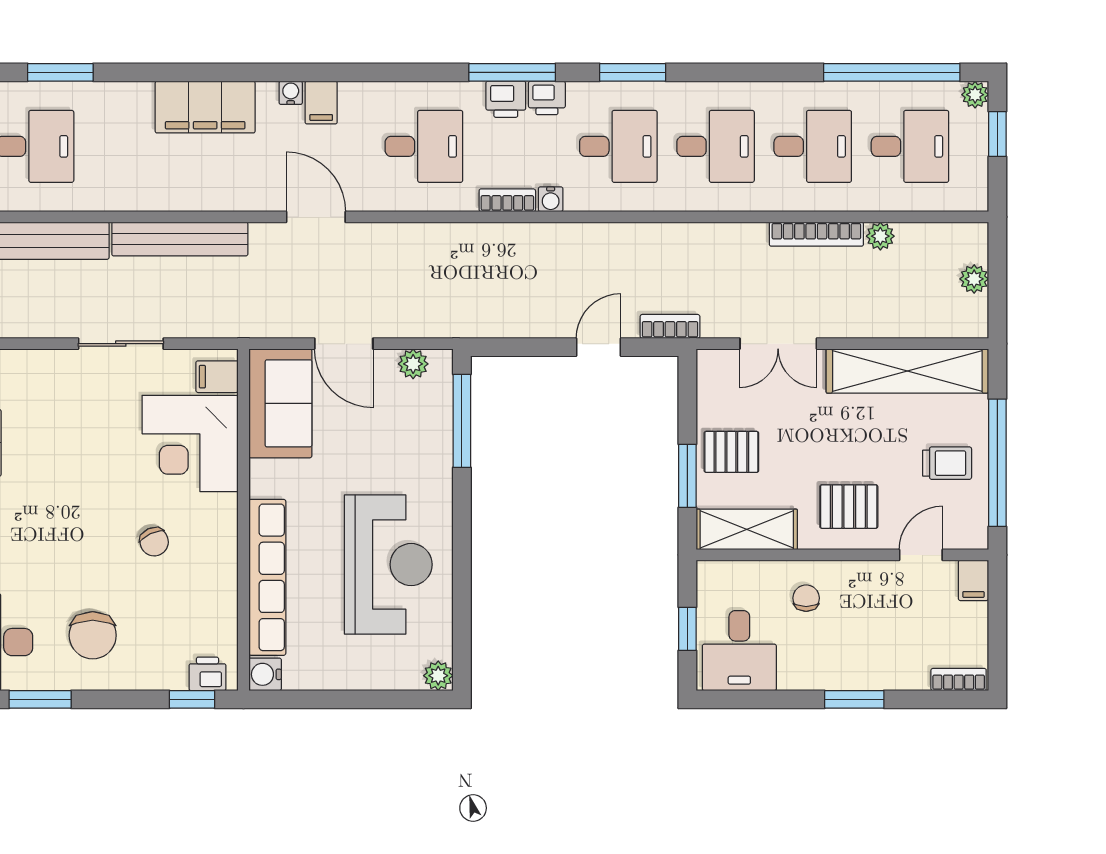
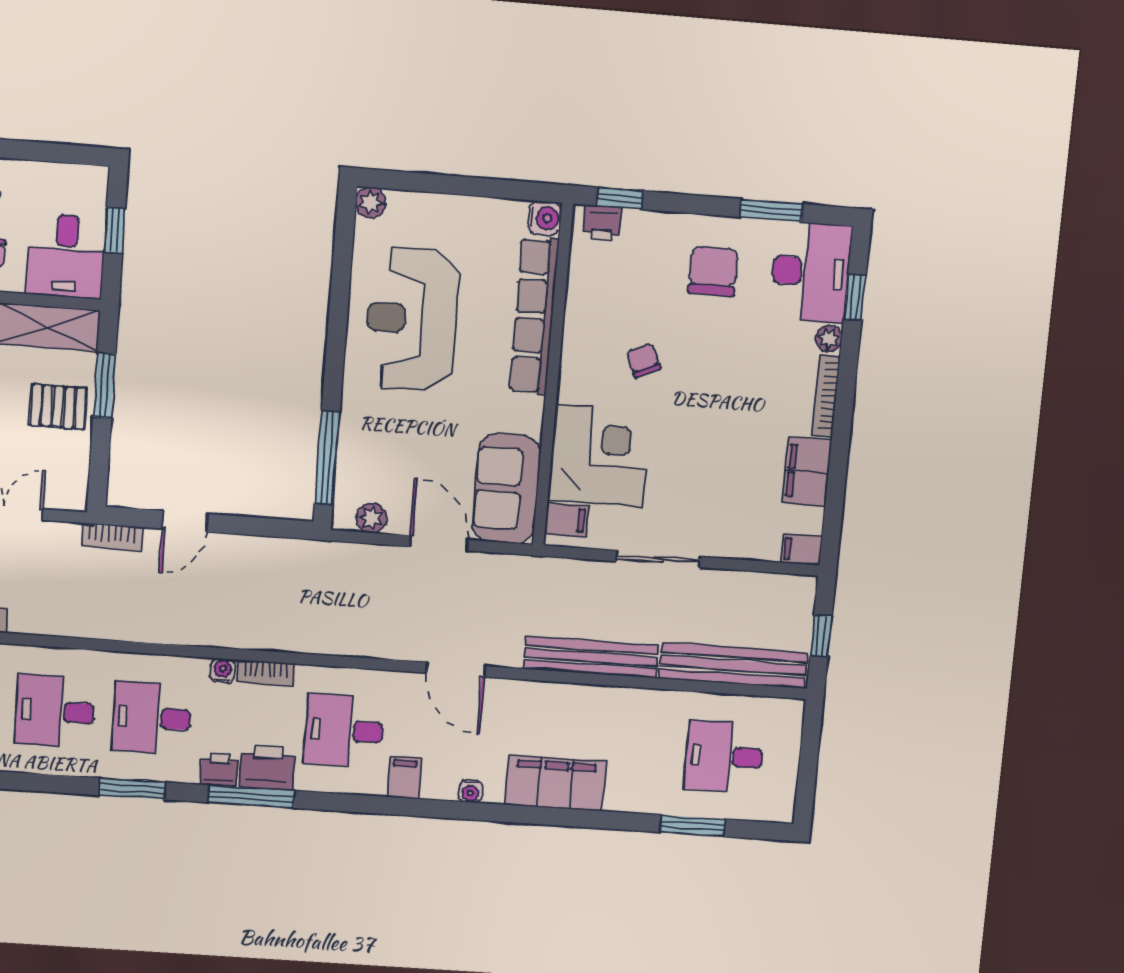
printer: (506, 99) -> (267, 767), width x1.36, depth x1.24
filing cabinet: (321, 103) -> (404, 777), moved
desk: (739, 651) -> (66, 256), moved, turned 180

